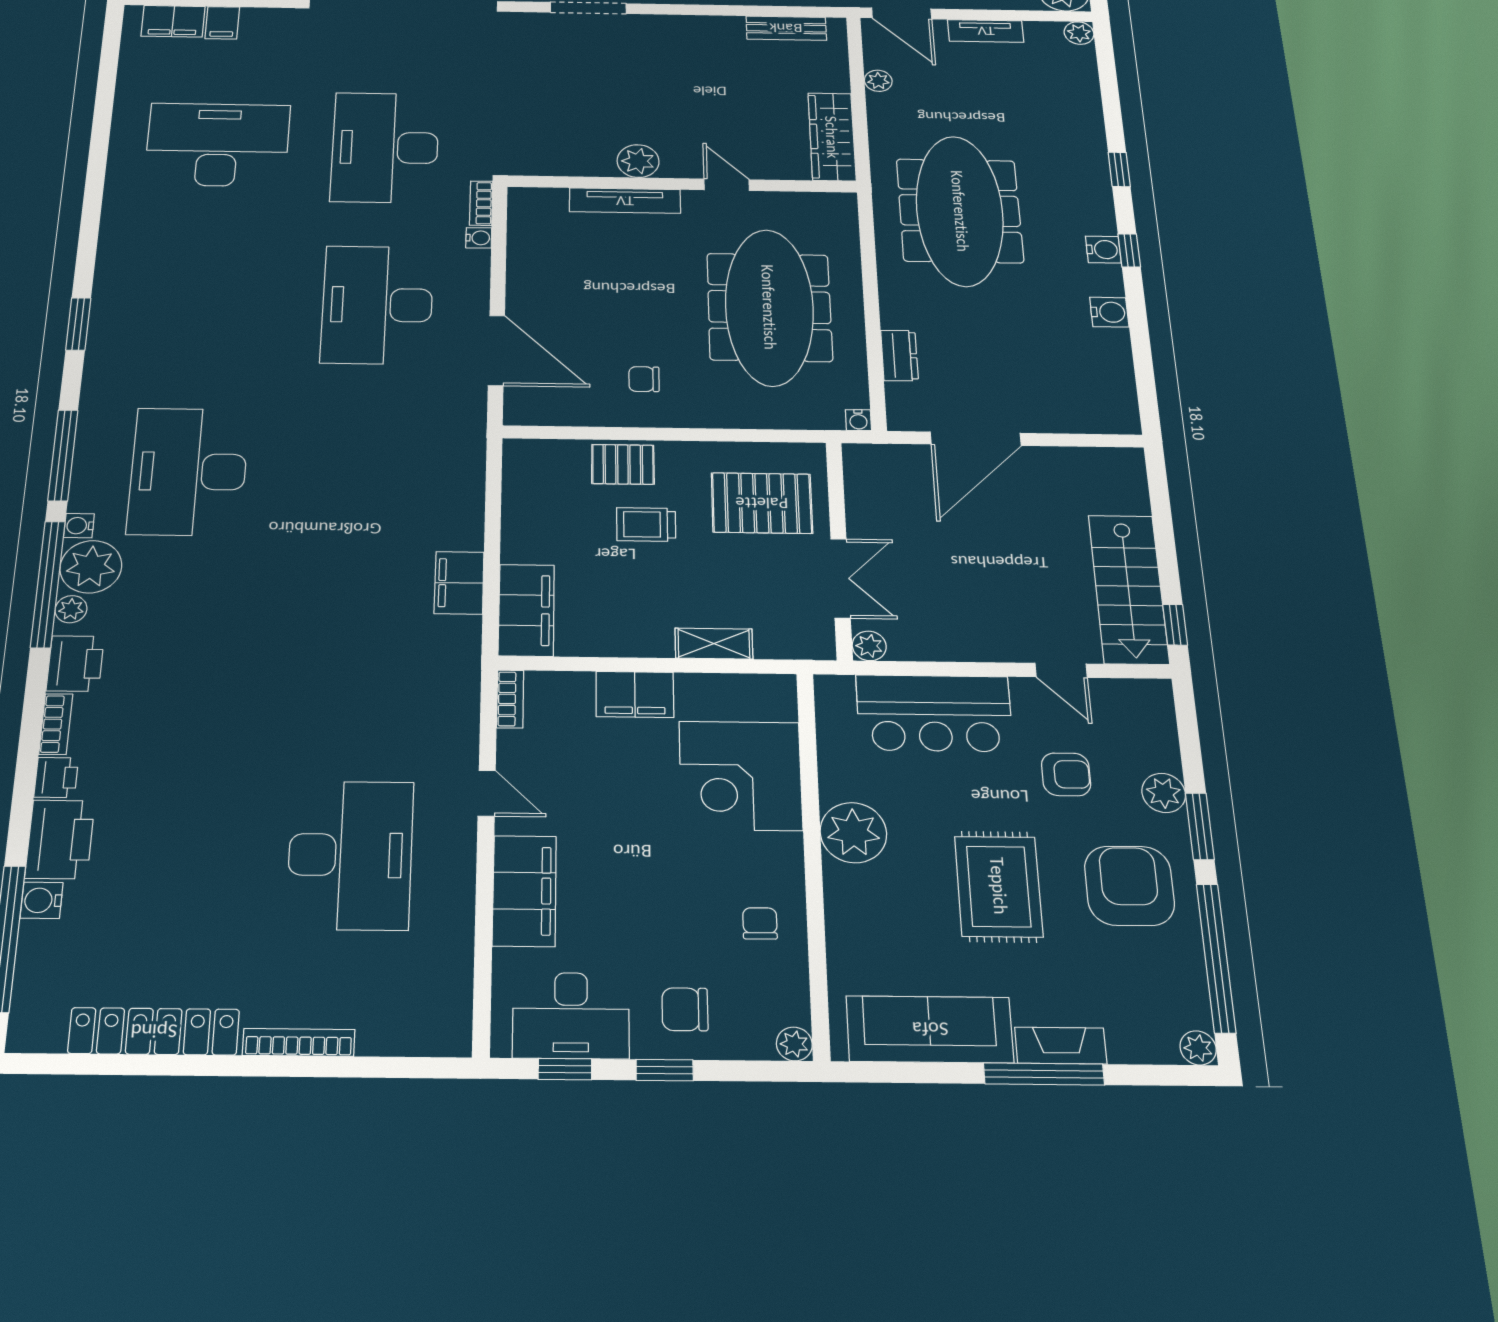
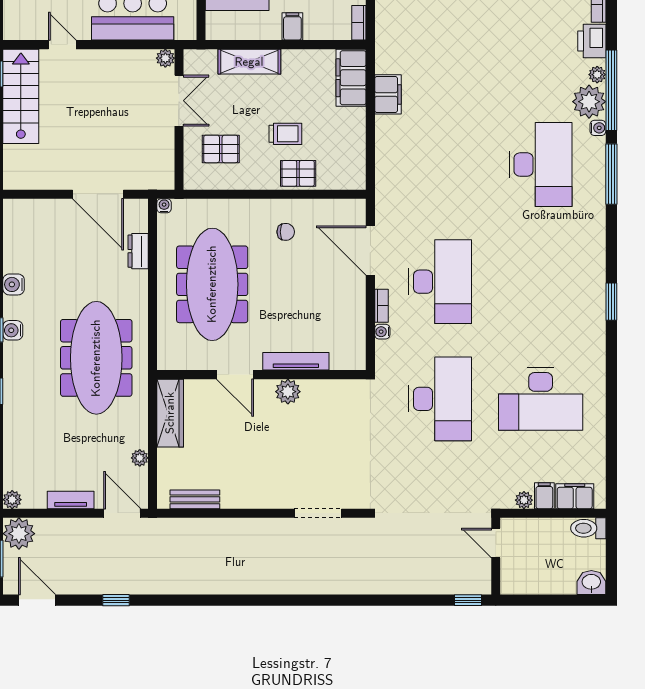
plant: (256, 18) -> (524, 500), added
door: (727, 185) -> (235, 375), width x1.38
bookcase: (481, 203) -> (381, 306), moved
window: (78, 324) -> (611, 302), moved
door: (976, 439) -> (98, 194), swing flipped
pallet: (762, 503) -> (221, 149), width x0.67, depth x0.71
double door: (841, 578) -> (179, 101), swing flipped
shelving: (714, 644) -> (249, 62), width x1.50, depth x1.33
filing cabinet: (635, 694) -> (292, 26), width x0.50

